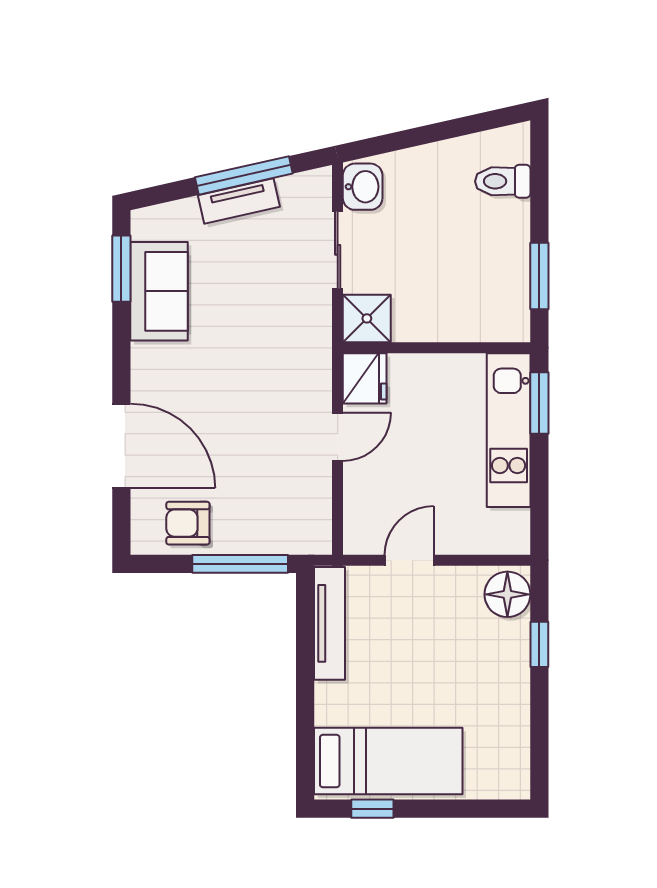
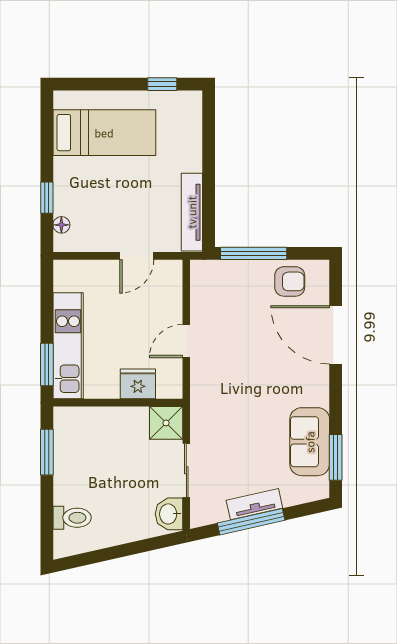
fridge: (365, 378) -> (138, 384), moved, turned 90
floor lamp: (507, 594) -> (61, 225), width x0.53, depth x0.53
bed: (388, 761) -> (104, 133), moved, turned 180

